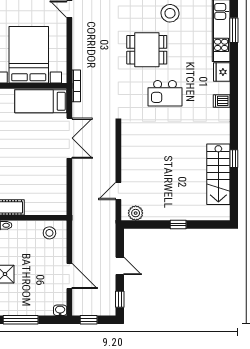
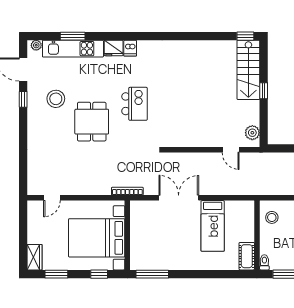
bed: (41, 101) -> (213, 226), moved
dishwasher: (222, 101) -> (130, 48), moved
window: (234, 159) -> (245, 36), moved
stairs: (218, 174) -> (248, 70), moved, turned 90

